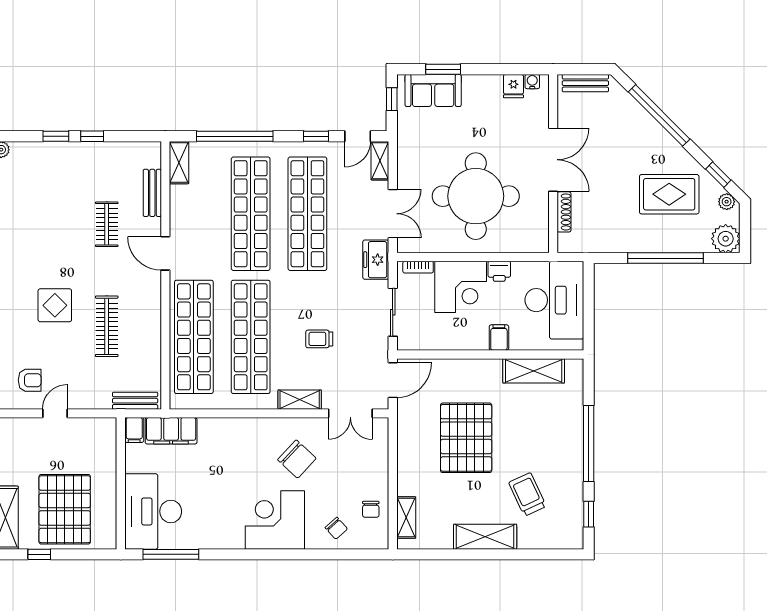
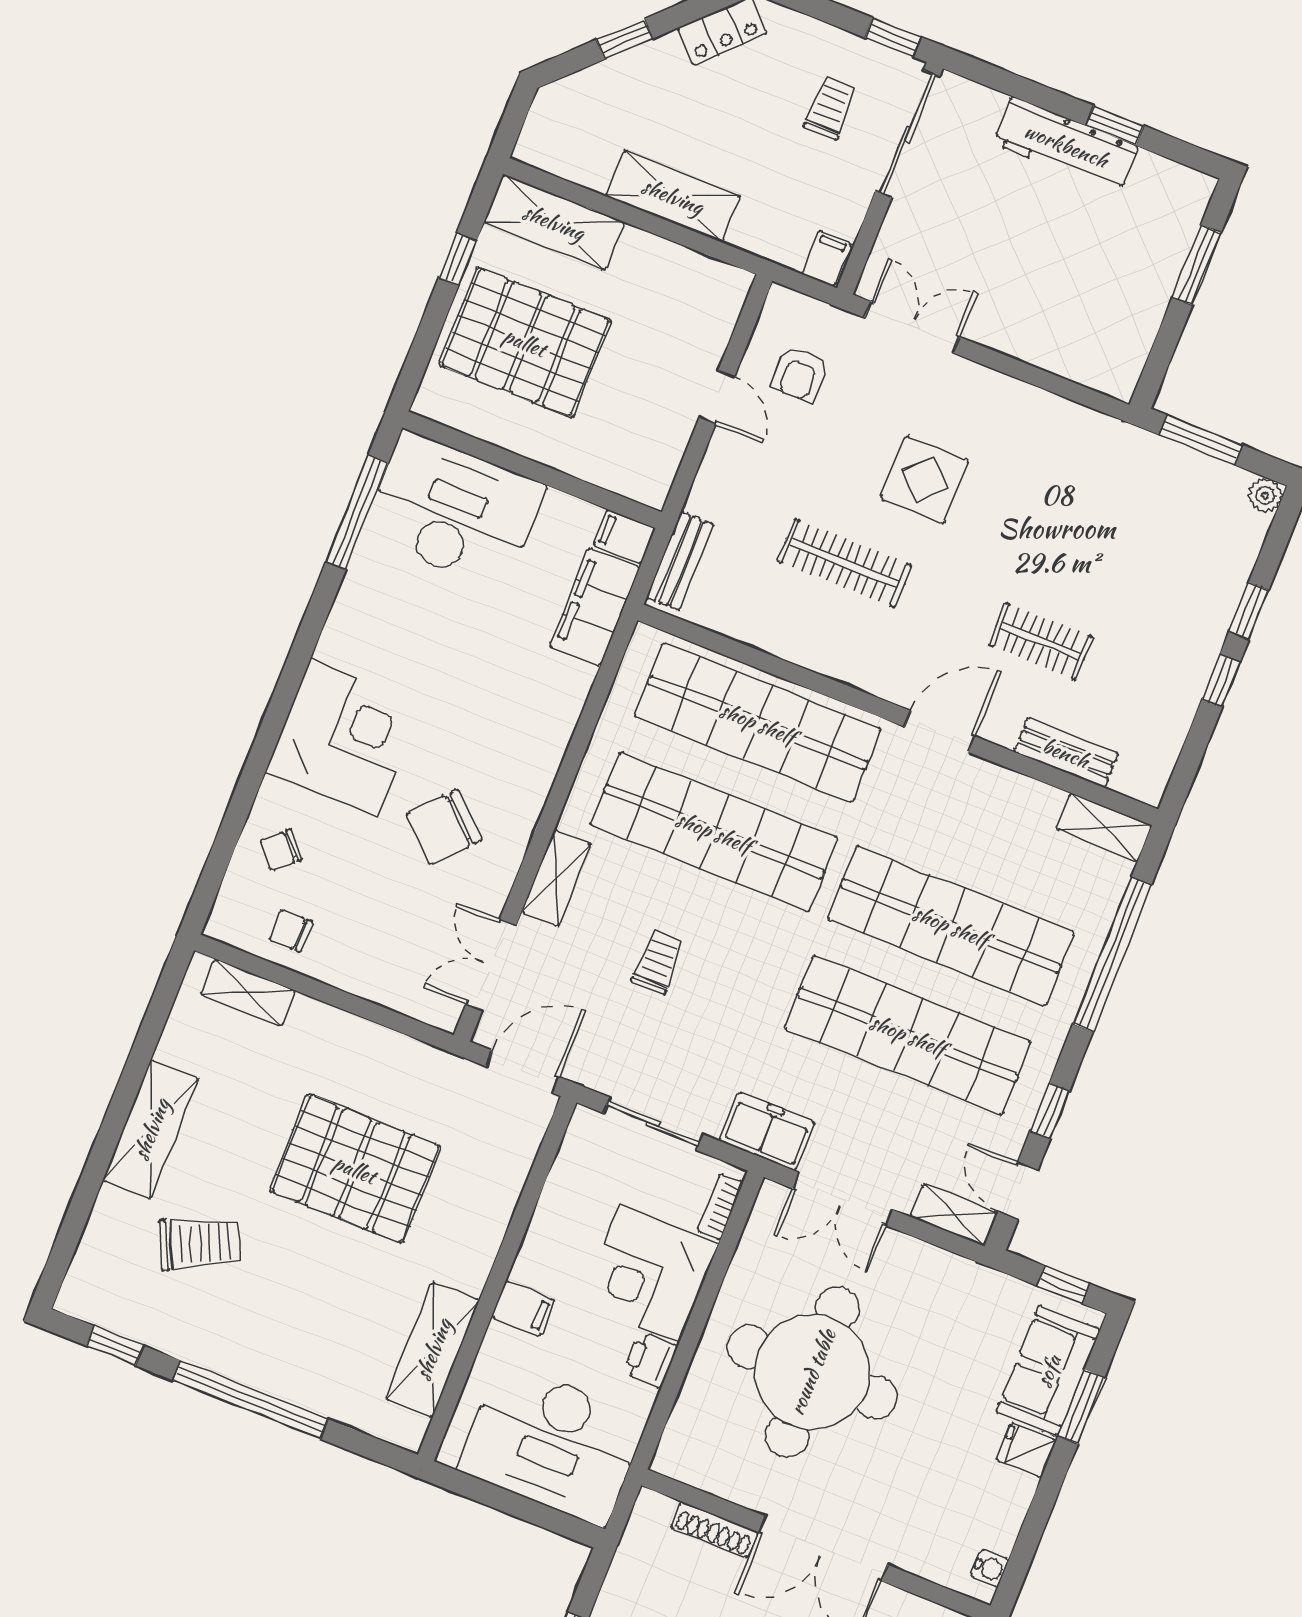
fridge: (513, 86) -> (1026, 1450), moved
door: (393, 380) -> (522, 1072), swing flipped

